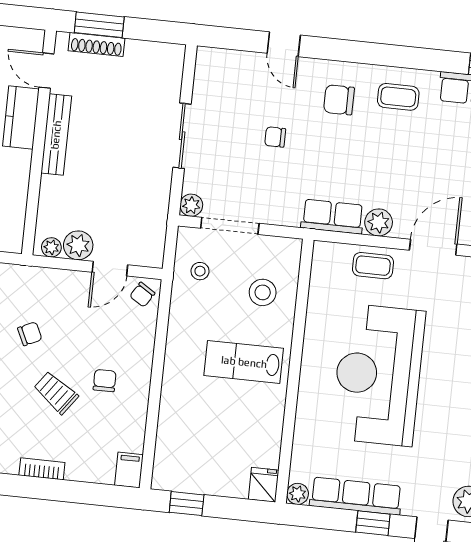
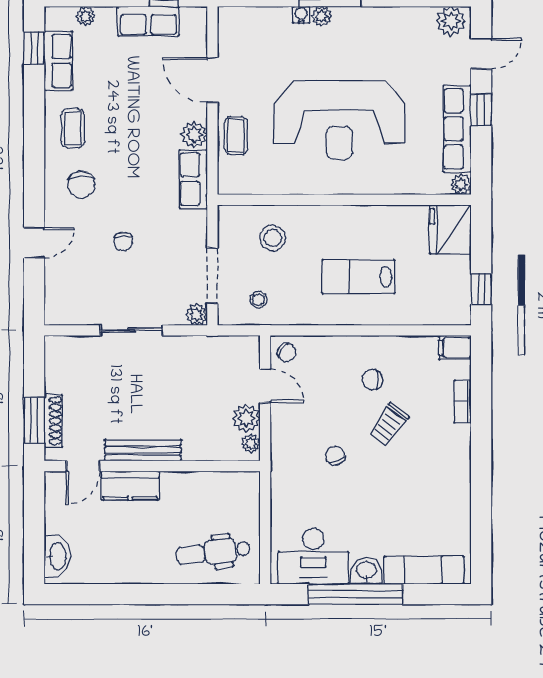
lab bench: (244, 362) -> (358, 277), moved, turned 90
bookcase: (42, 469) -> (463, 401), moved
fridge: (264, 485) -> (450, 229), width x1.88, depth x1.34

